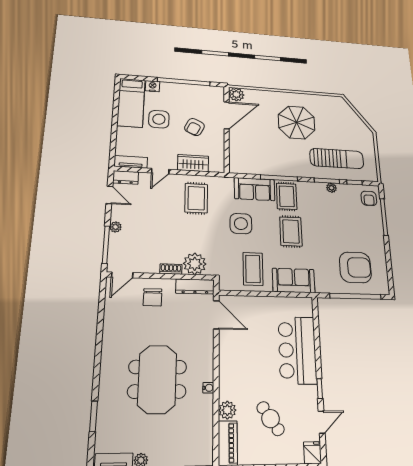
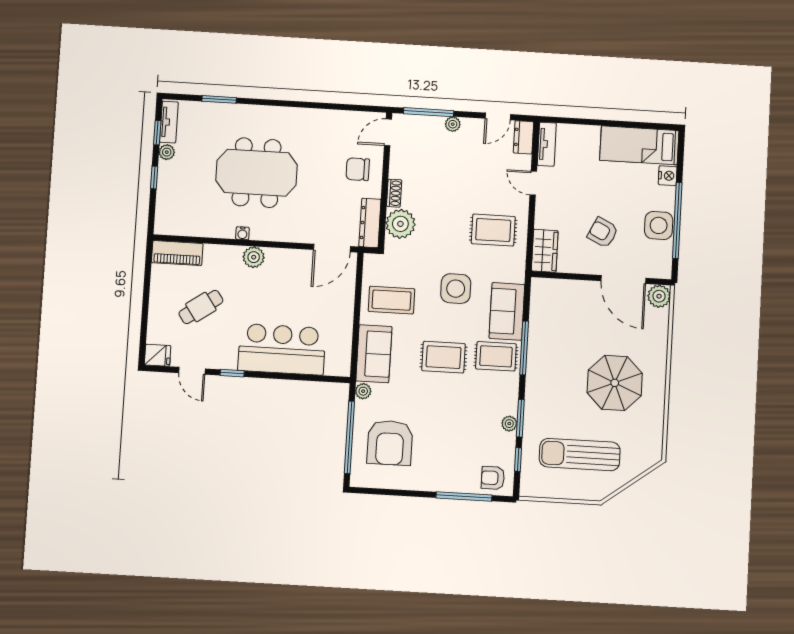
side table: (159, 119) -> (659, 225), moved
sun lounger: (337, 159) -> (580, 455), moved, turned 90
wardrobe: (193, 163) -> (545, 251), moved
door: (122, 275) -> (388, 132), hinge flipped
plant: (321, 287) -> (363, 391), added
plant: (227, 410) -> (254, 257), moved

